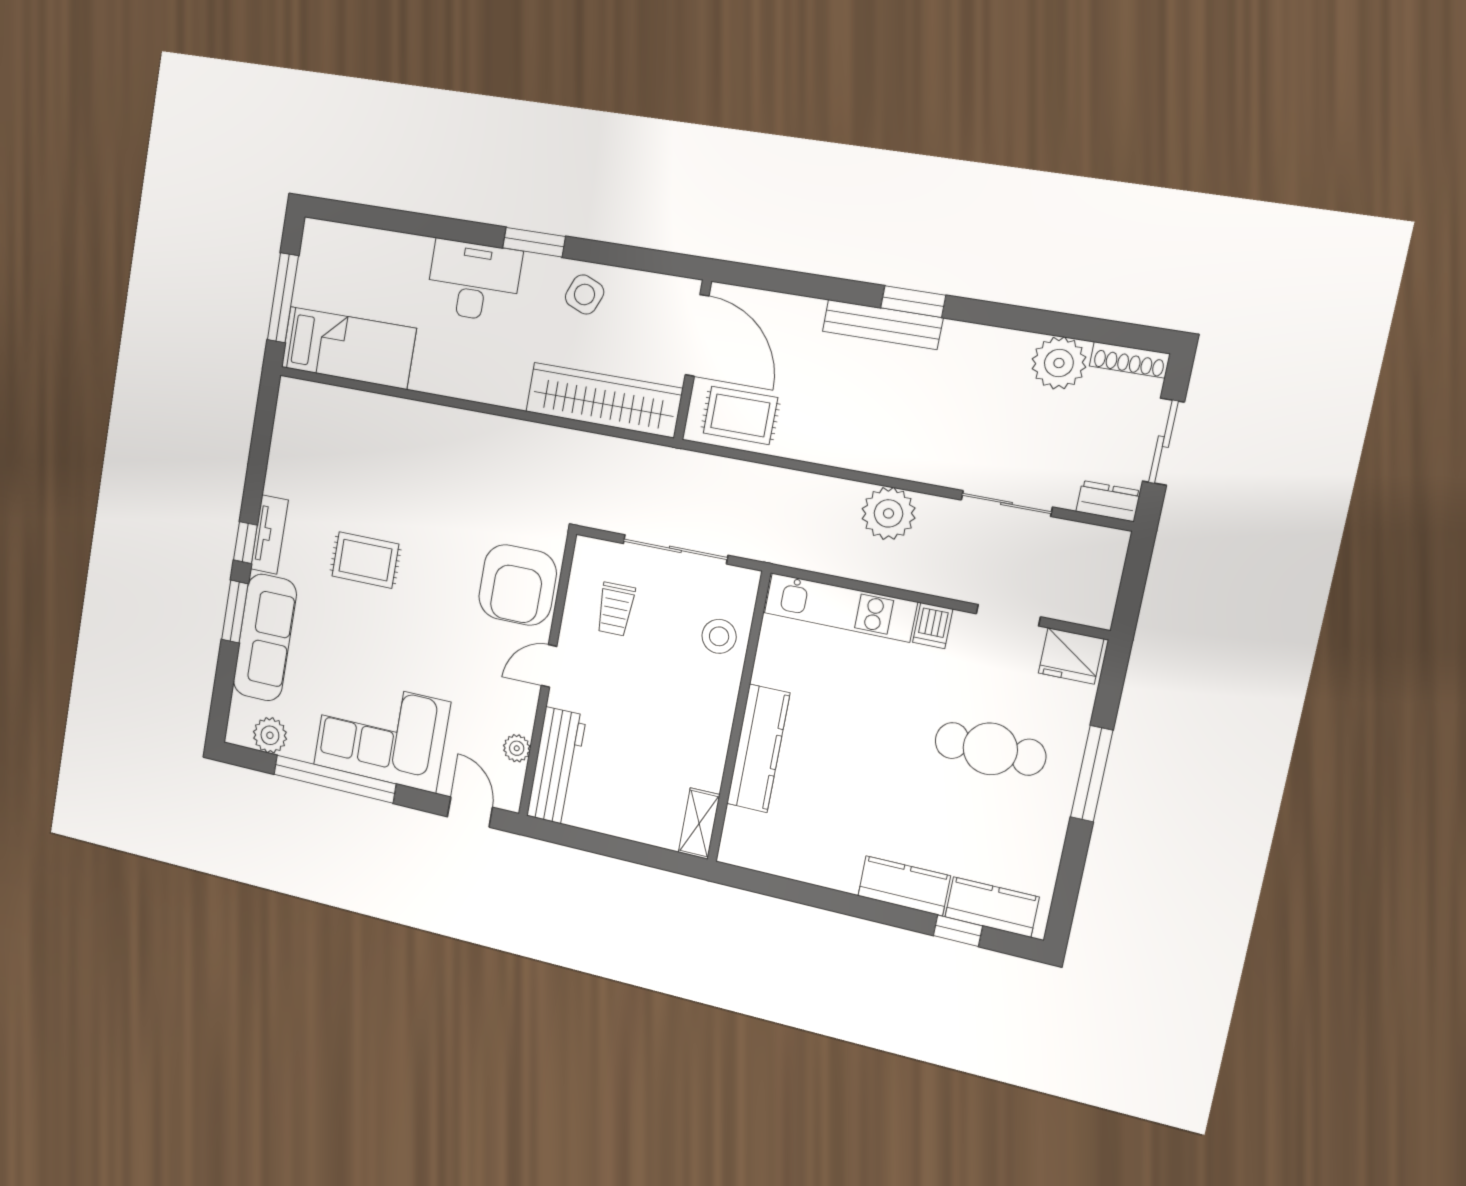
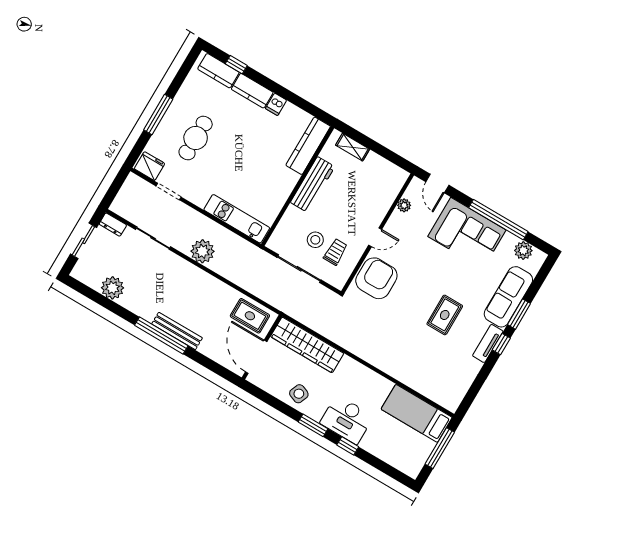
window: (453, 229) -> (348, 446), added
window: (913, 302) -> (161, 336), width x2.11
shoe rack: (1130, 360) -> (85, 279), removed
rug: (365, 560) -> (445, 315), turned 90
dishwasher: (933, 626) -> (276, 104), moved, turned 180
stool: (719, 636) -> (315, 240), moved
kitchen counter: (758, 748) -> (308, 146), moved
cafe table: (990, 749) -> (196, 138), turned 90
workbench: (556, 766) -> (313, 185), moved, turned 180
shelving: (699, 824) -> (353, 147), moved, turned 90

